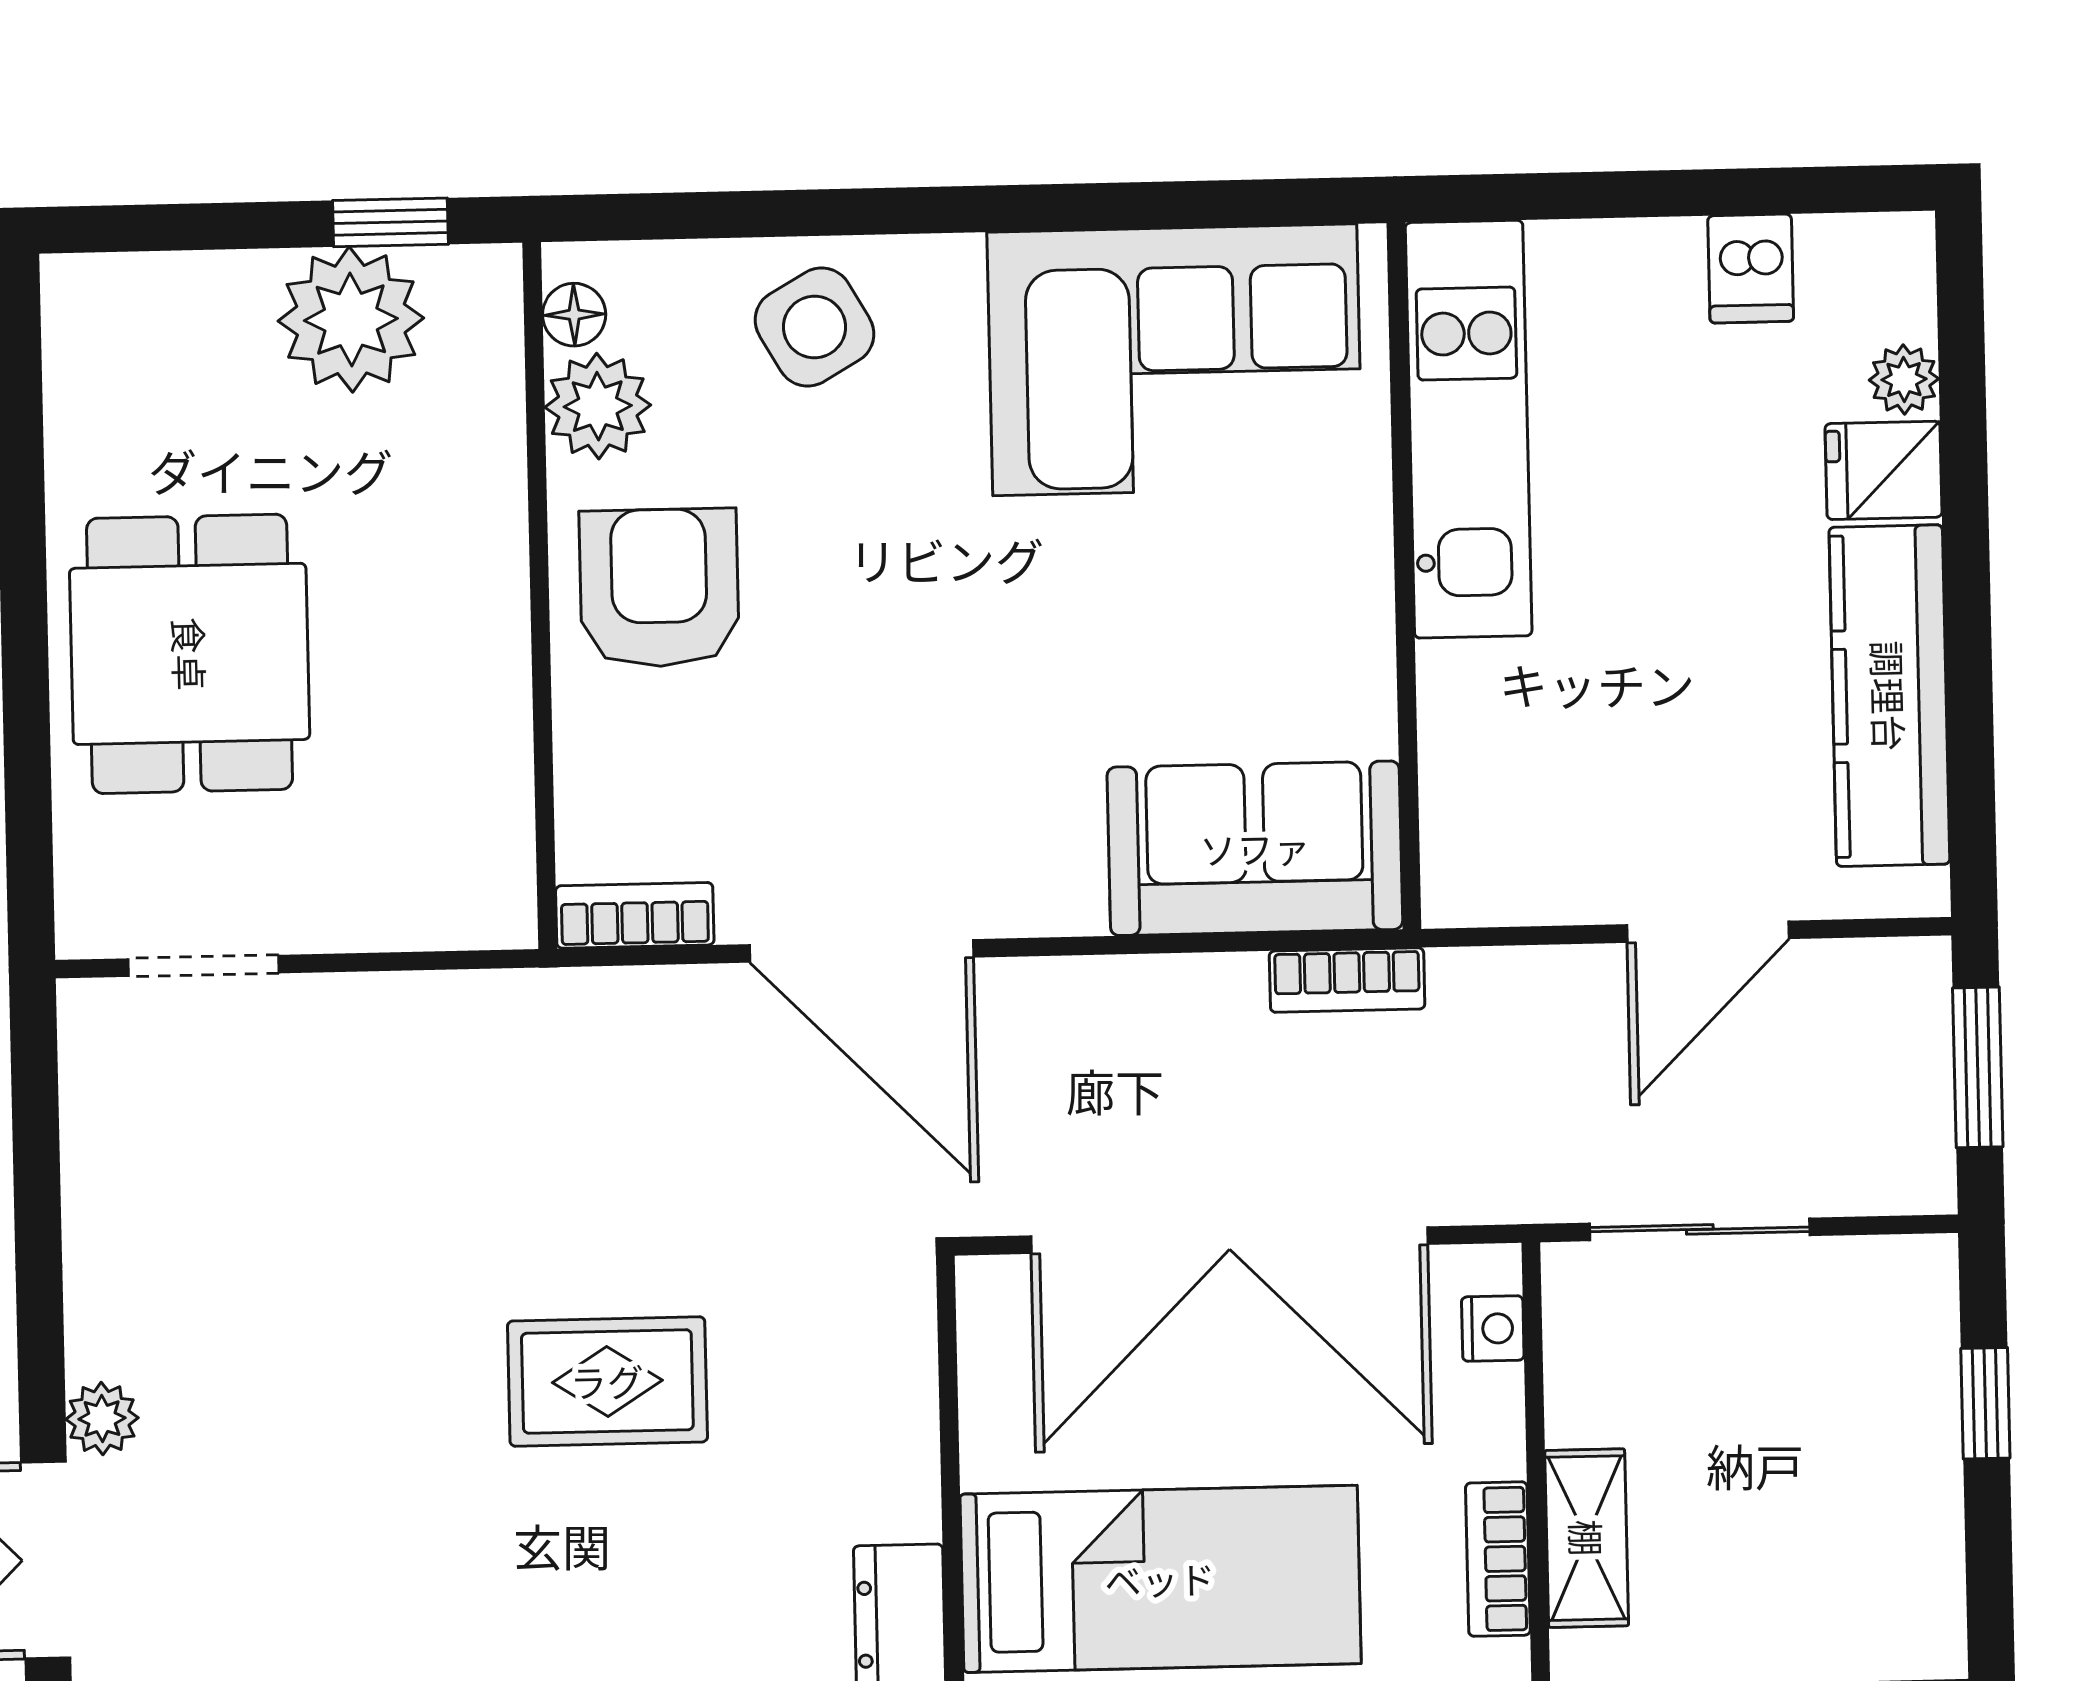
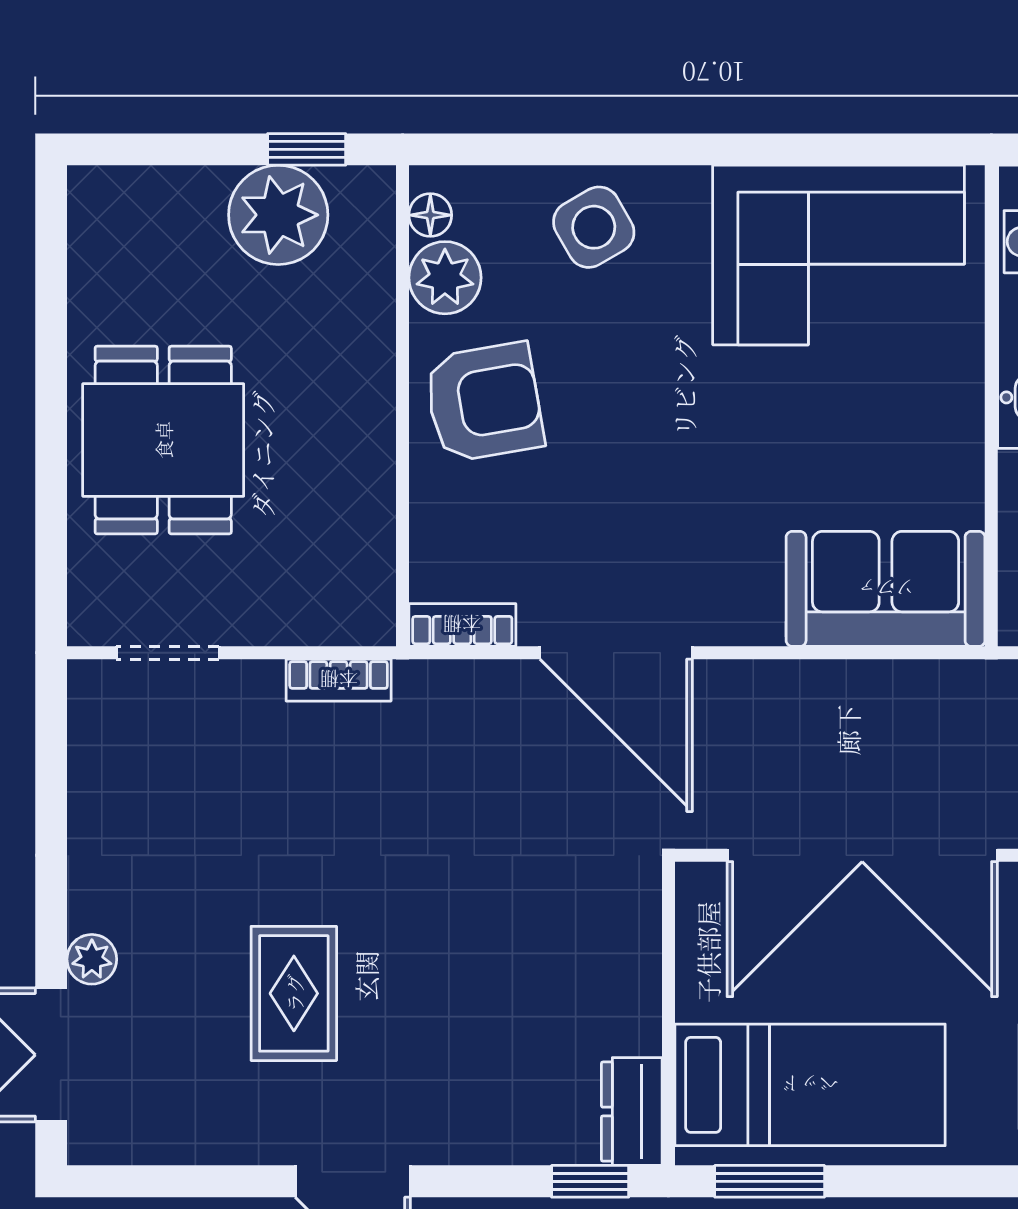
armchair: (659, 588) -> (484, 402), turned 80
bookcase: (1347, 980) -> (339, 680), moved
rug: (607, 1381) -> (294, 993), moved, turned 90

